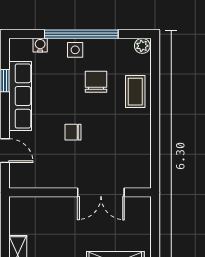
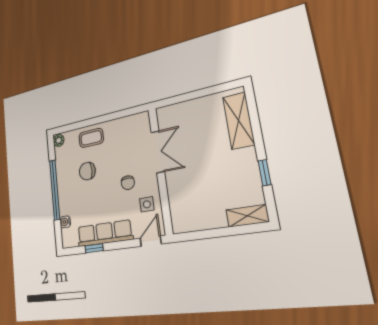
side table: (75, 50) -> (147, 204), moved
wall: (80, 192) -> (160, 170), moved
double door: (101, 192) -> (158, 152), moved

